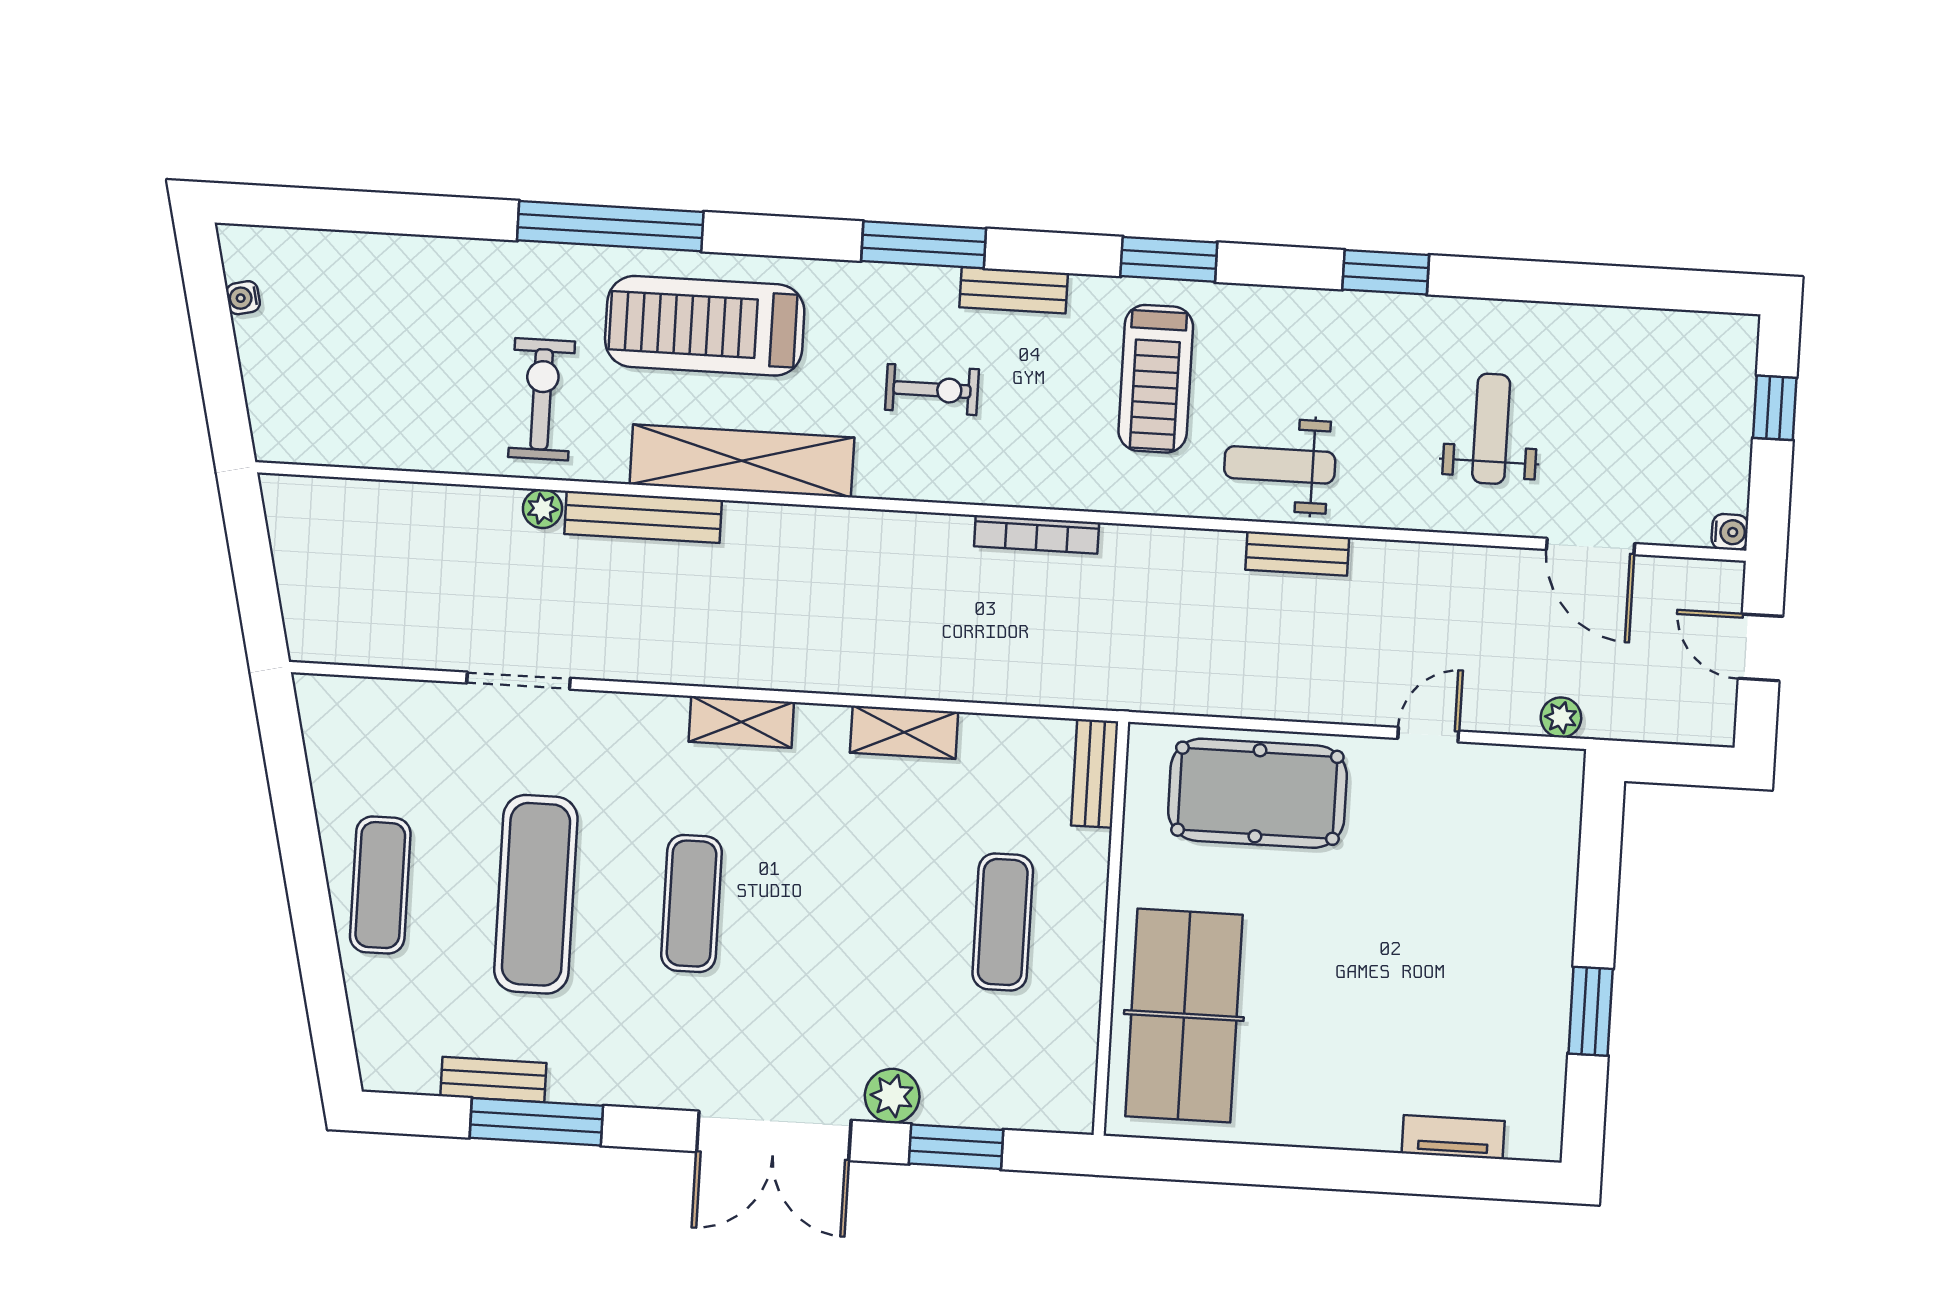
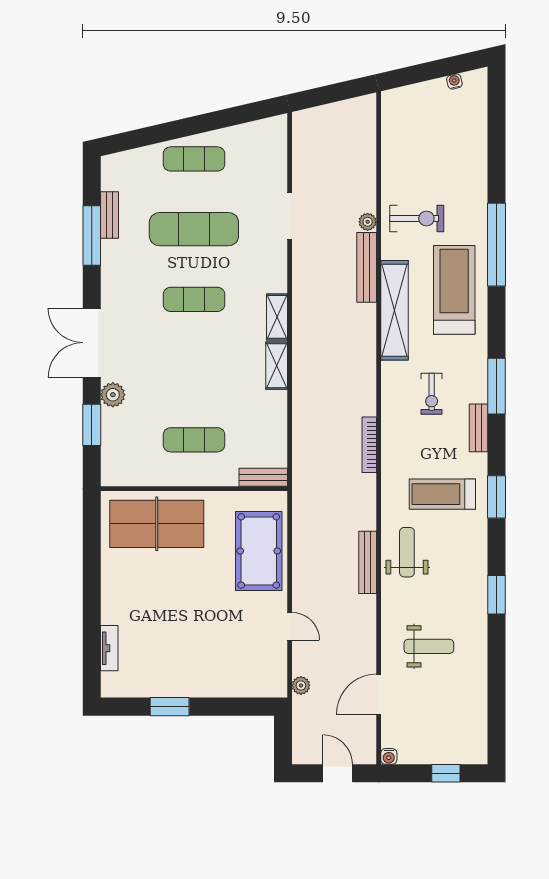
bench: (1297, 553) -> (368, 562), width x1.36
door: (1761, 647) -> (338, 773), hinge flipped
shelving: (904, 732) -> (277, 366), moved

